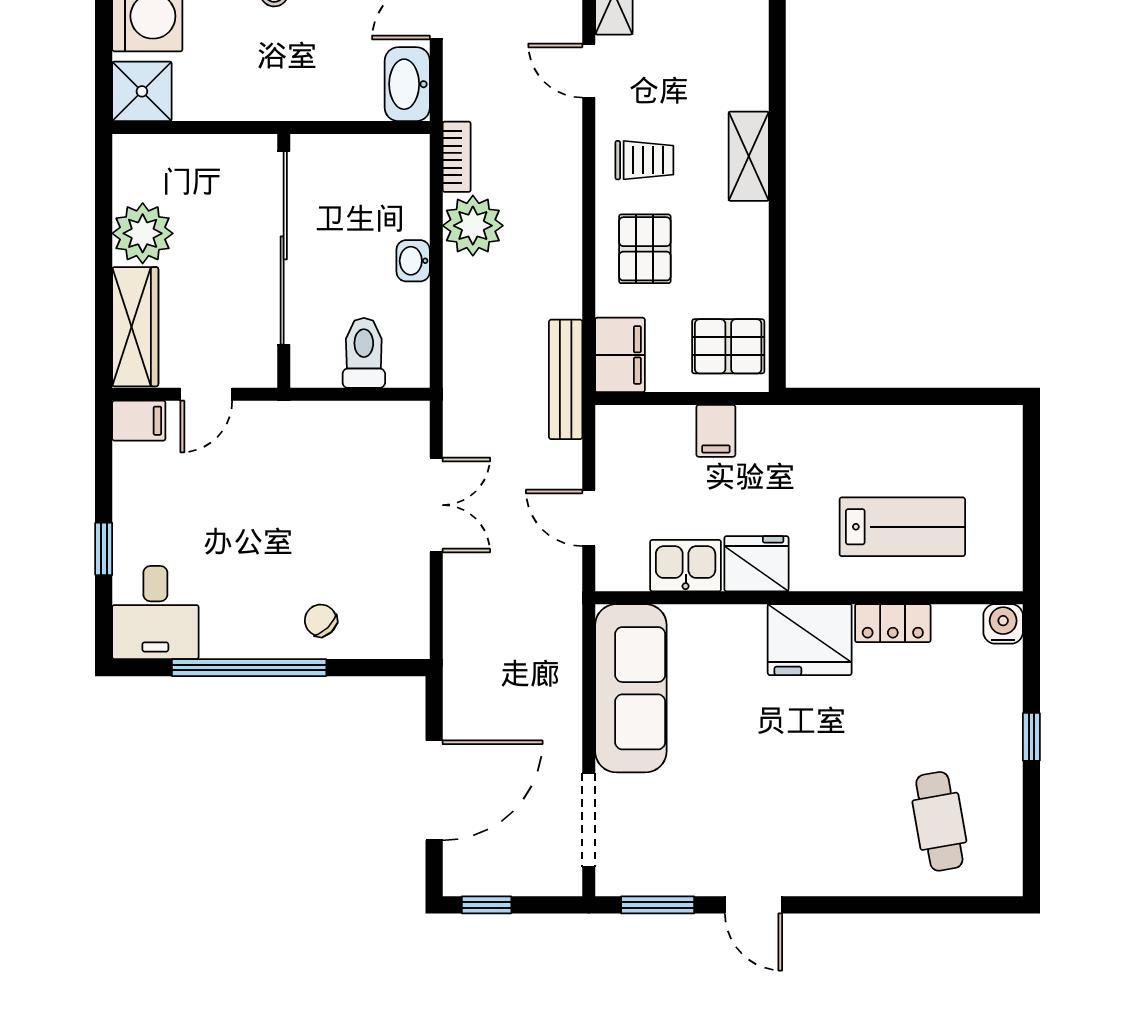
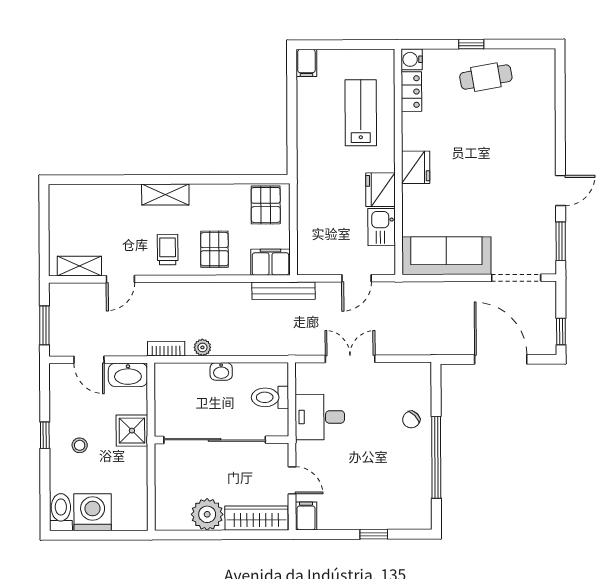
shower: (142, 91) -> (132, 431), moved
plant: (473, 226) -> (202, 347), width x0.53, depth x0.53
pallet: (645, 249) -> (214, 249), turned 90
filing cabinet: (716, 431) -> (306, 63), moved, turned 90
desk: (155, 613) -> (320, 417), moved, turned 180
locker: (893, 623) -> (411, 92), moved
fridge: (810, 640) -> (416, 167), width x0.73, depth x0.75
cafe table: (939, 821) -> (486, 77), moved

